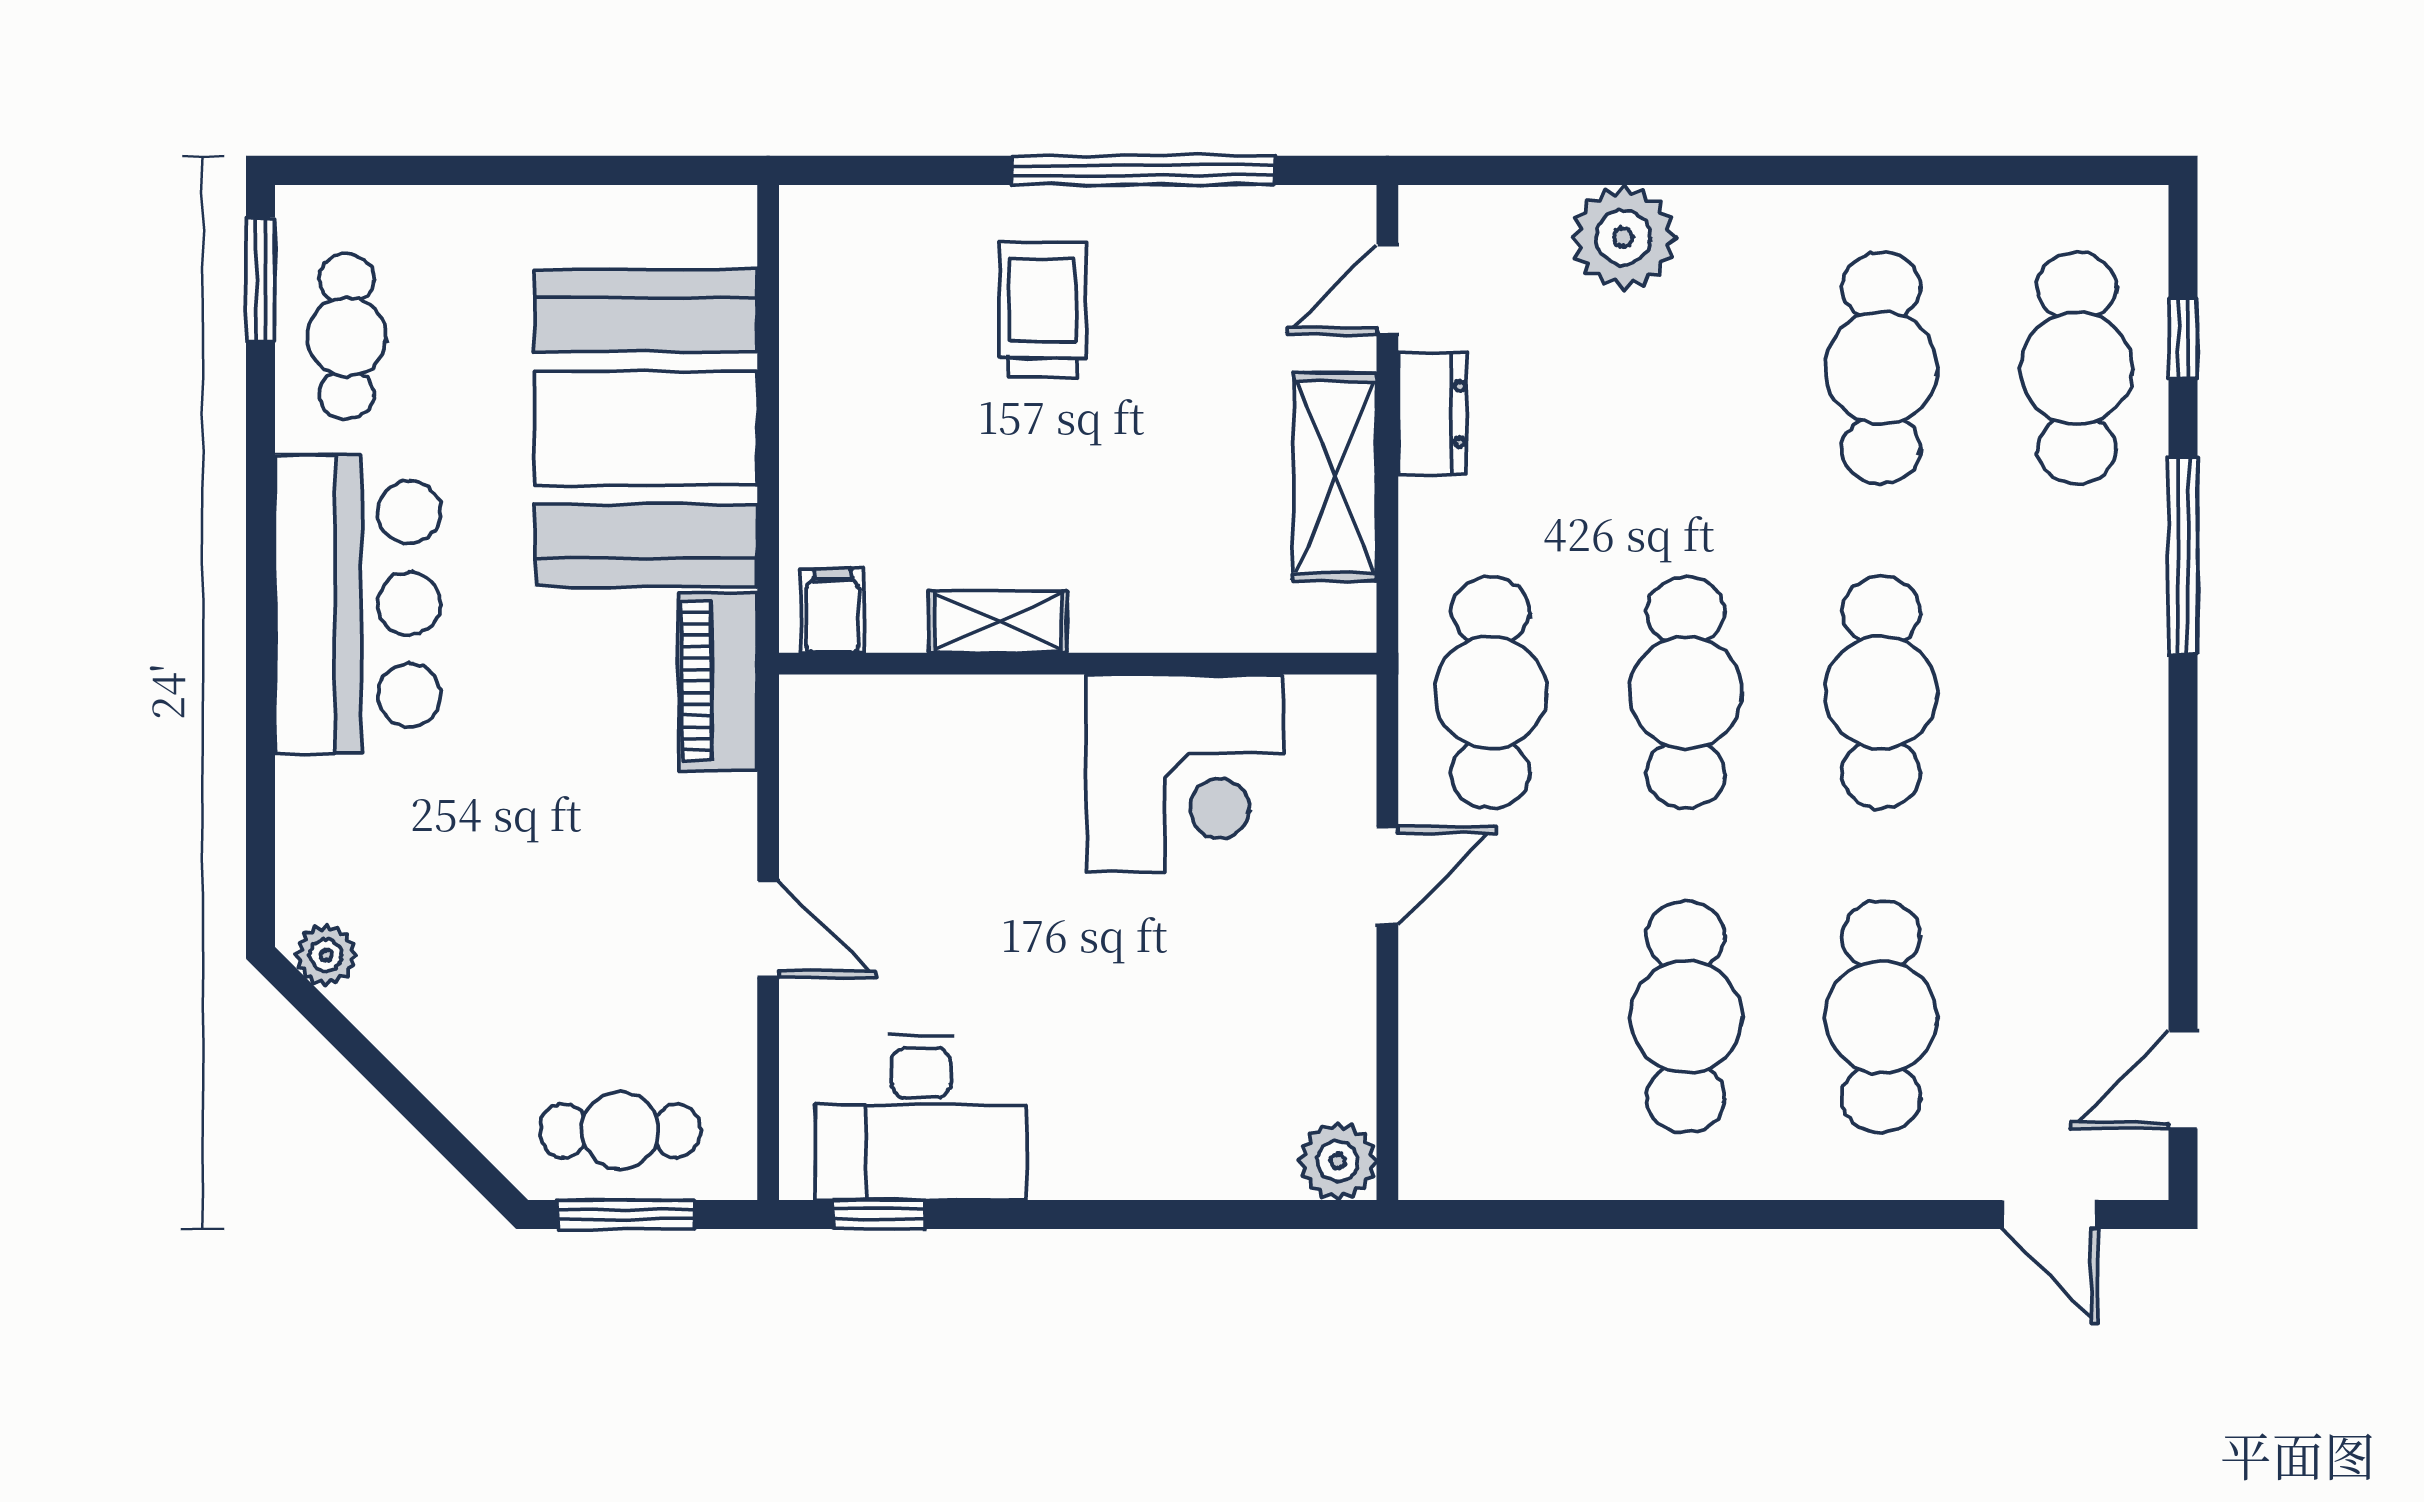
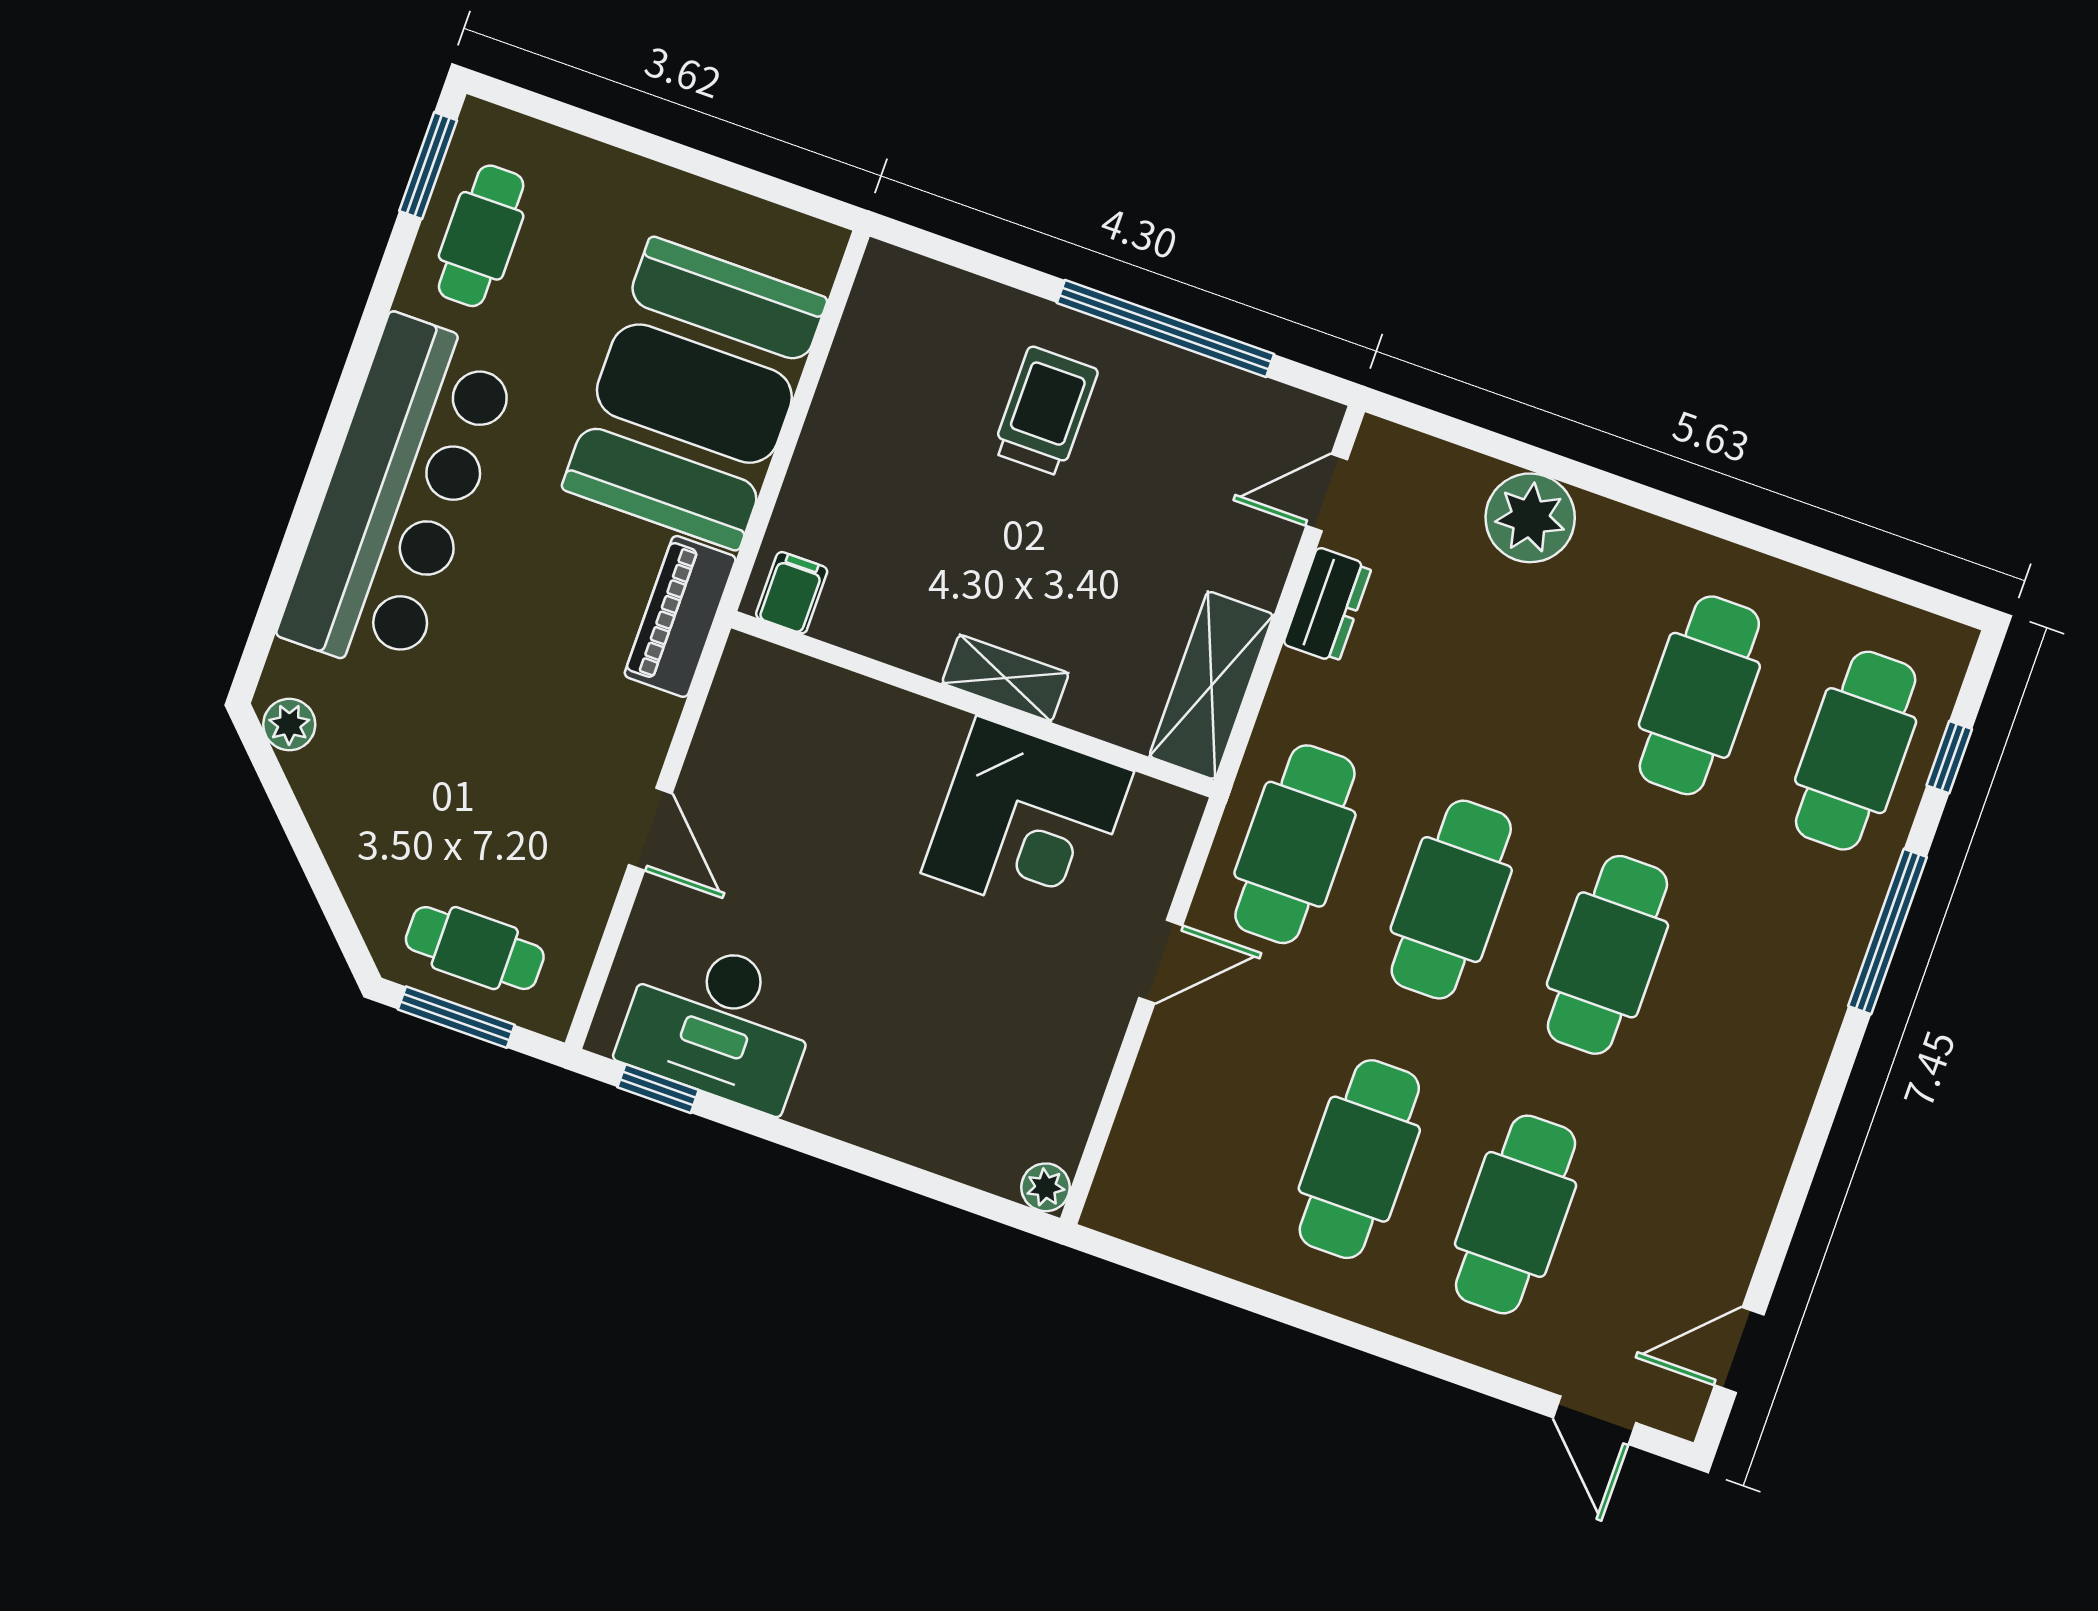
shelving: (1335, 477) -> (1211, 685), moved
bar counter: (358, 604) -> (399, 496), width x1.36
shelving: (998, 622) -> (1005, 678), moved
plant: (1338, 1161) -> (1046, 1187), width x0.73, depth x0.73

